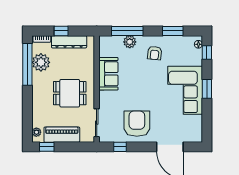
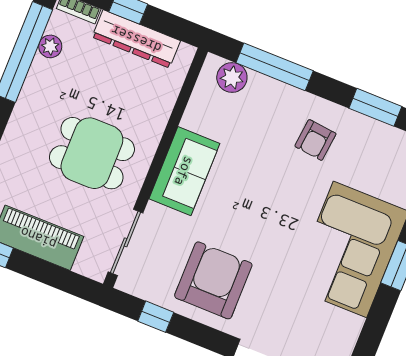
plant: (130, 42) -> (232, 77), moved
plant: (41, 62) -> (50, 46), width x0.53, depth x0.53
sofa: (108, 74) -> (184, 171), moved

